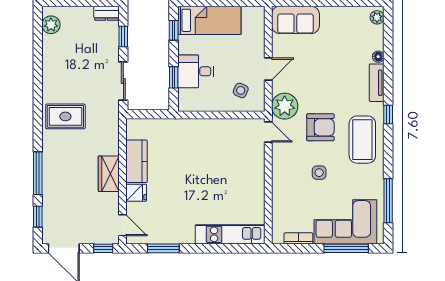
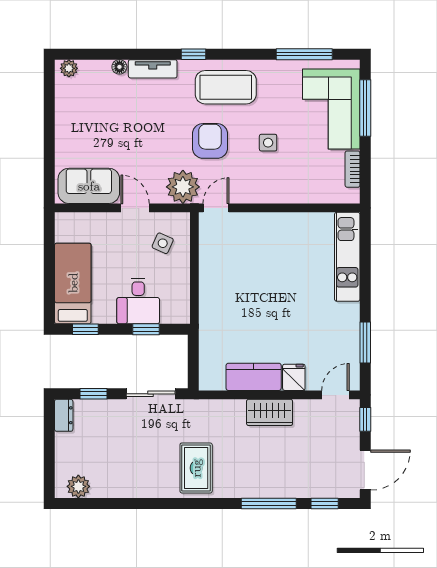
sofa: (295, 20) -> (89, 186), moved, turned -90

